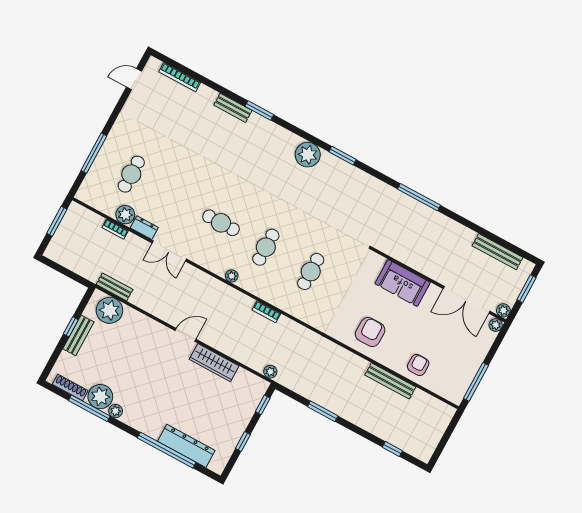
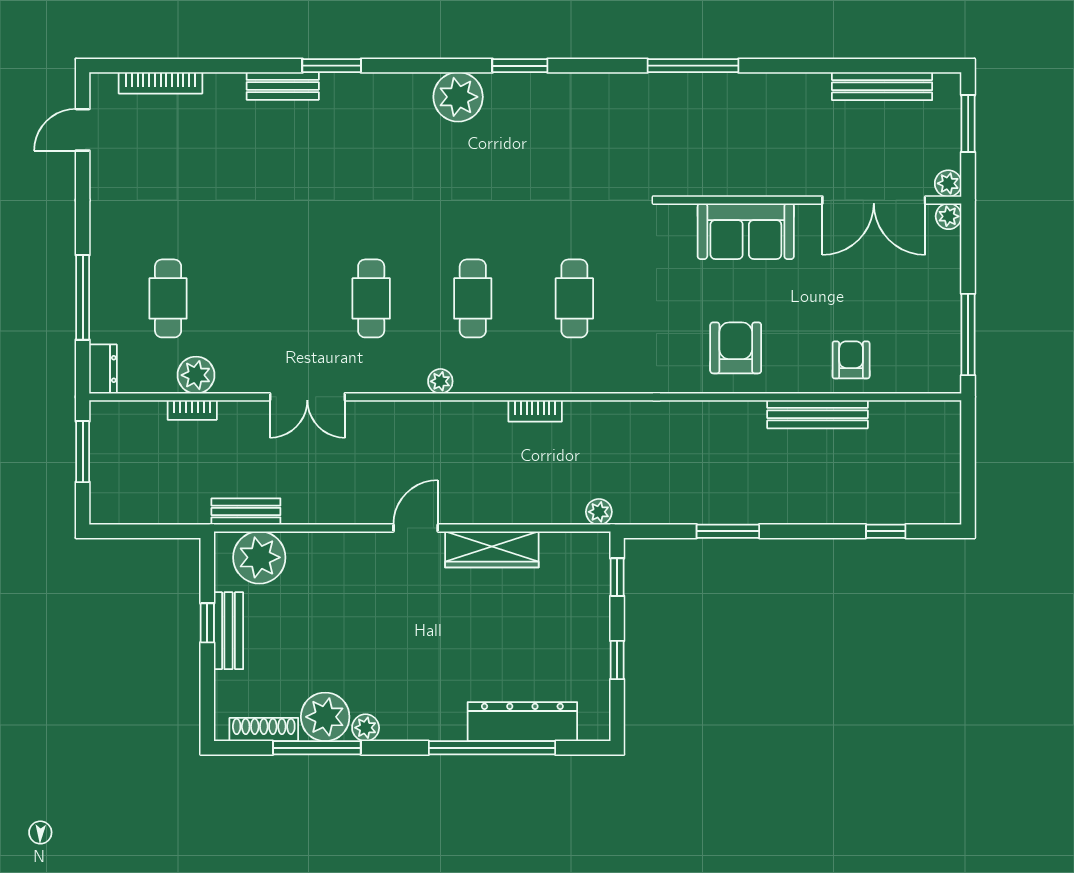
cafe table: (221, 223) -> (371, 298), turned 90
dresser: (144, 228) -> (103, 369), moved, turned 90

